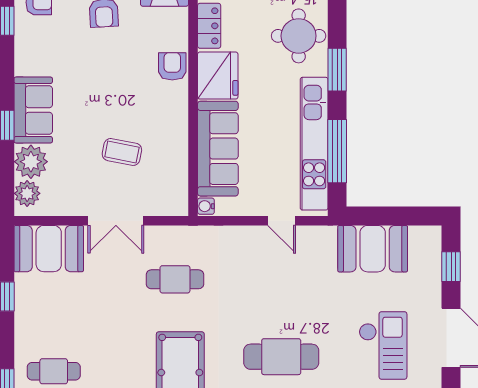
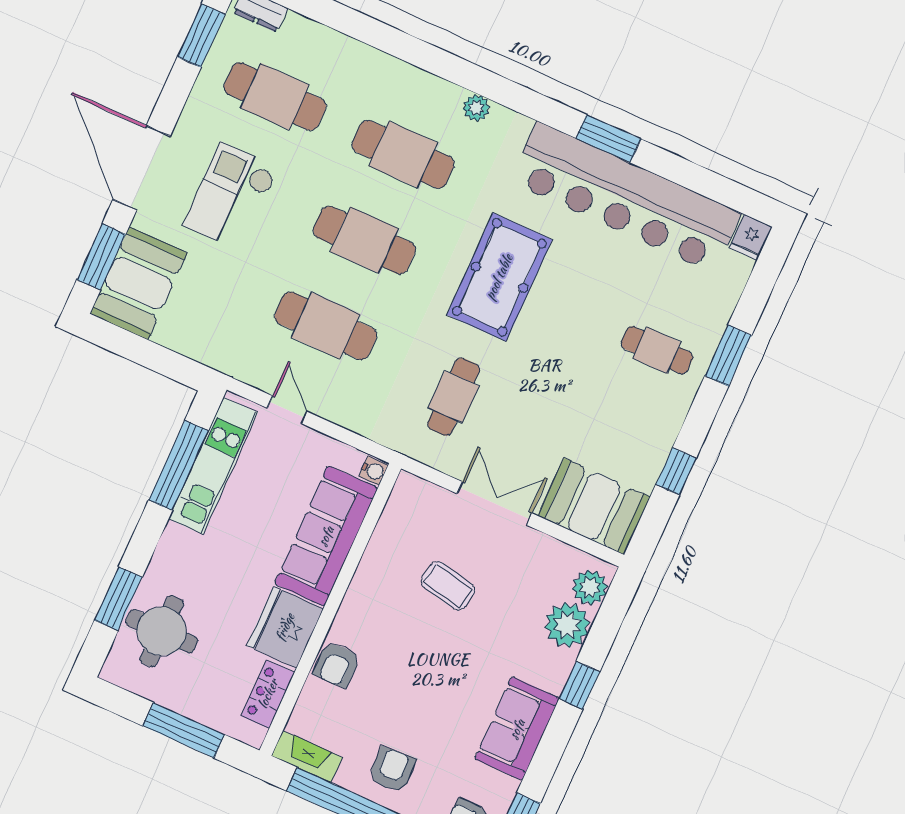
window: (337, 70) -> (118, 599), moved
sofa: (33, 110) -> (517, 729), moved
kitchen unit: (314, 144) -> (213, 466), width x0.73
booth: (373, 249) -> (139, 283), moved, turned 90
window: (451, 267) -> (101, 257), width x1.50
cafe table: (175, 279) -> (454, 397), turned 90
cafe table: (281, 288) -> (326, 326), added

